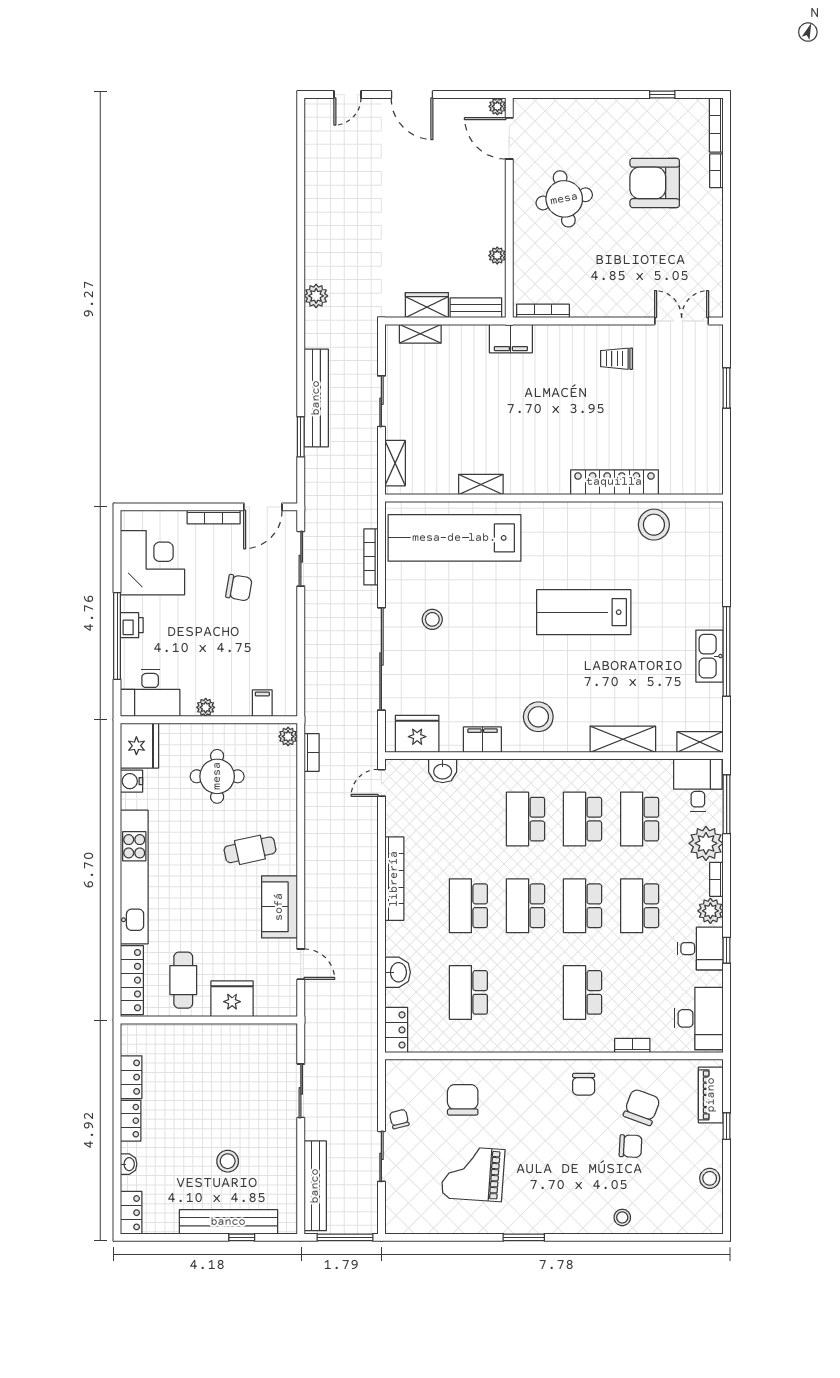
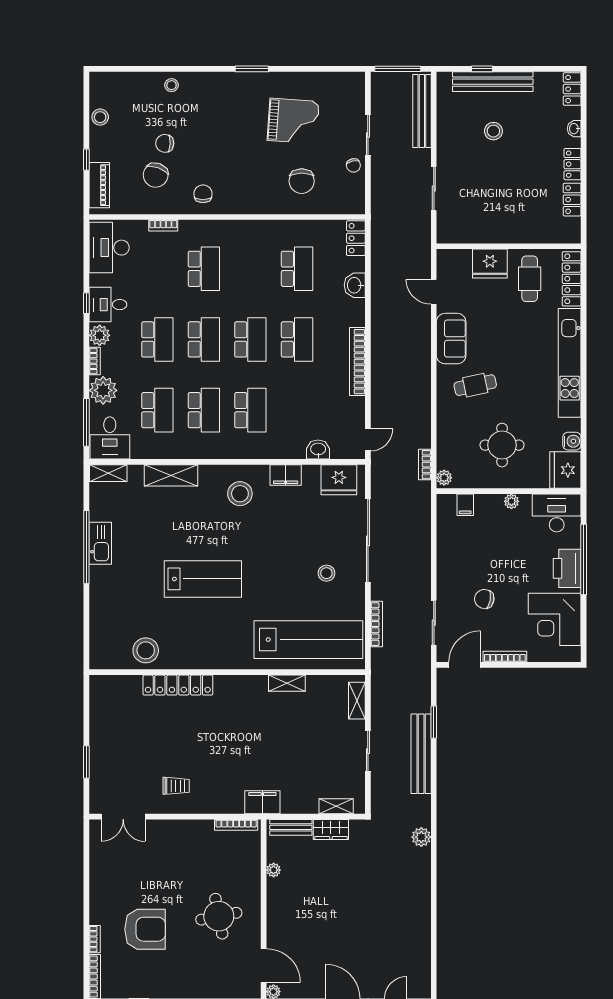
printer: (132, 625) -> (567, 568), width x1.87, depth x1.48

